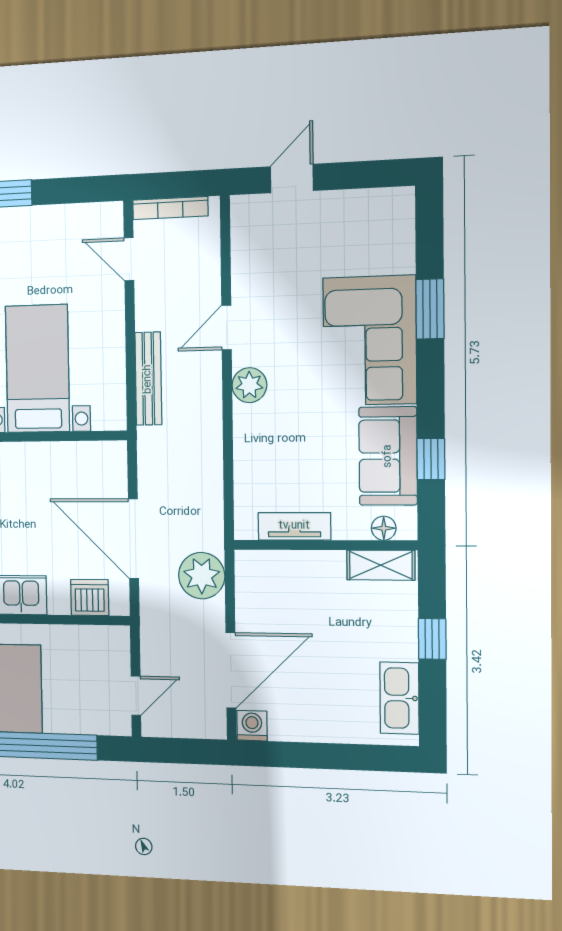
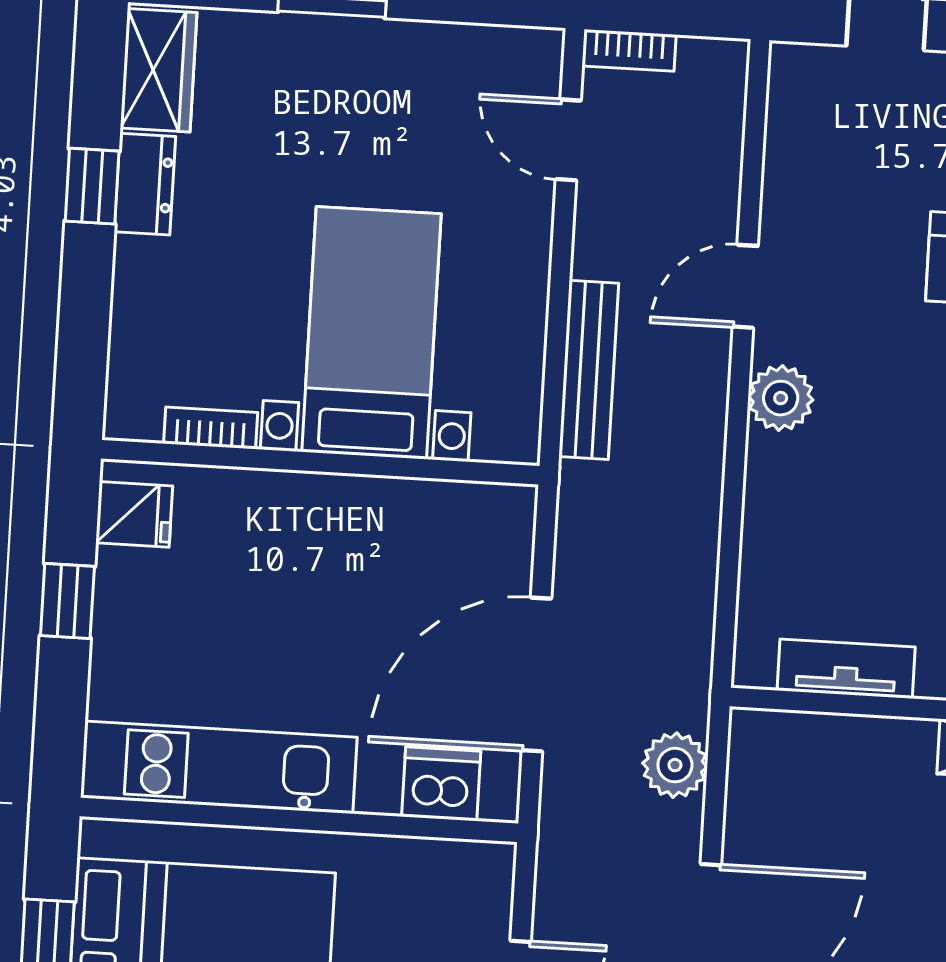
bookcase: (170, 208) -> (629, 50), width x0.64
door: (133, 539) -> (537, 674), hinge flipped
plant: (202, 576) -> (675, 765), width x0.73, depth x0.73

